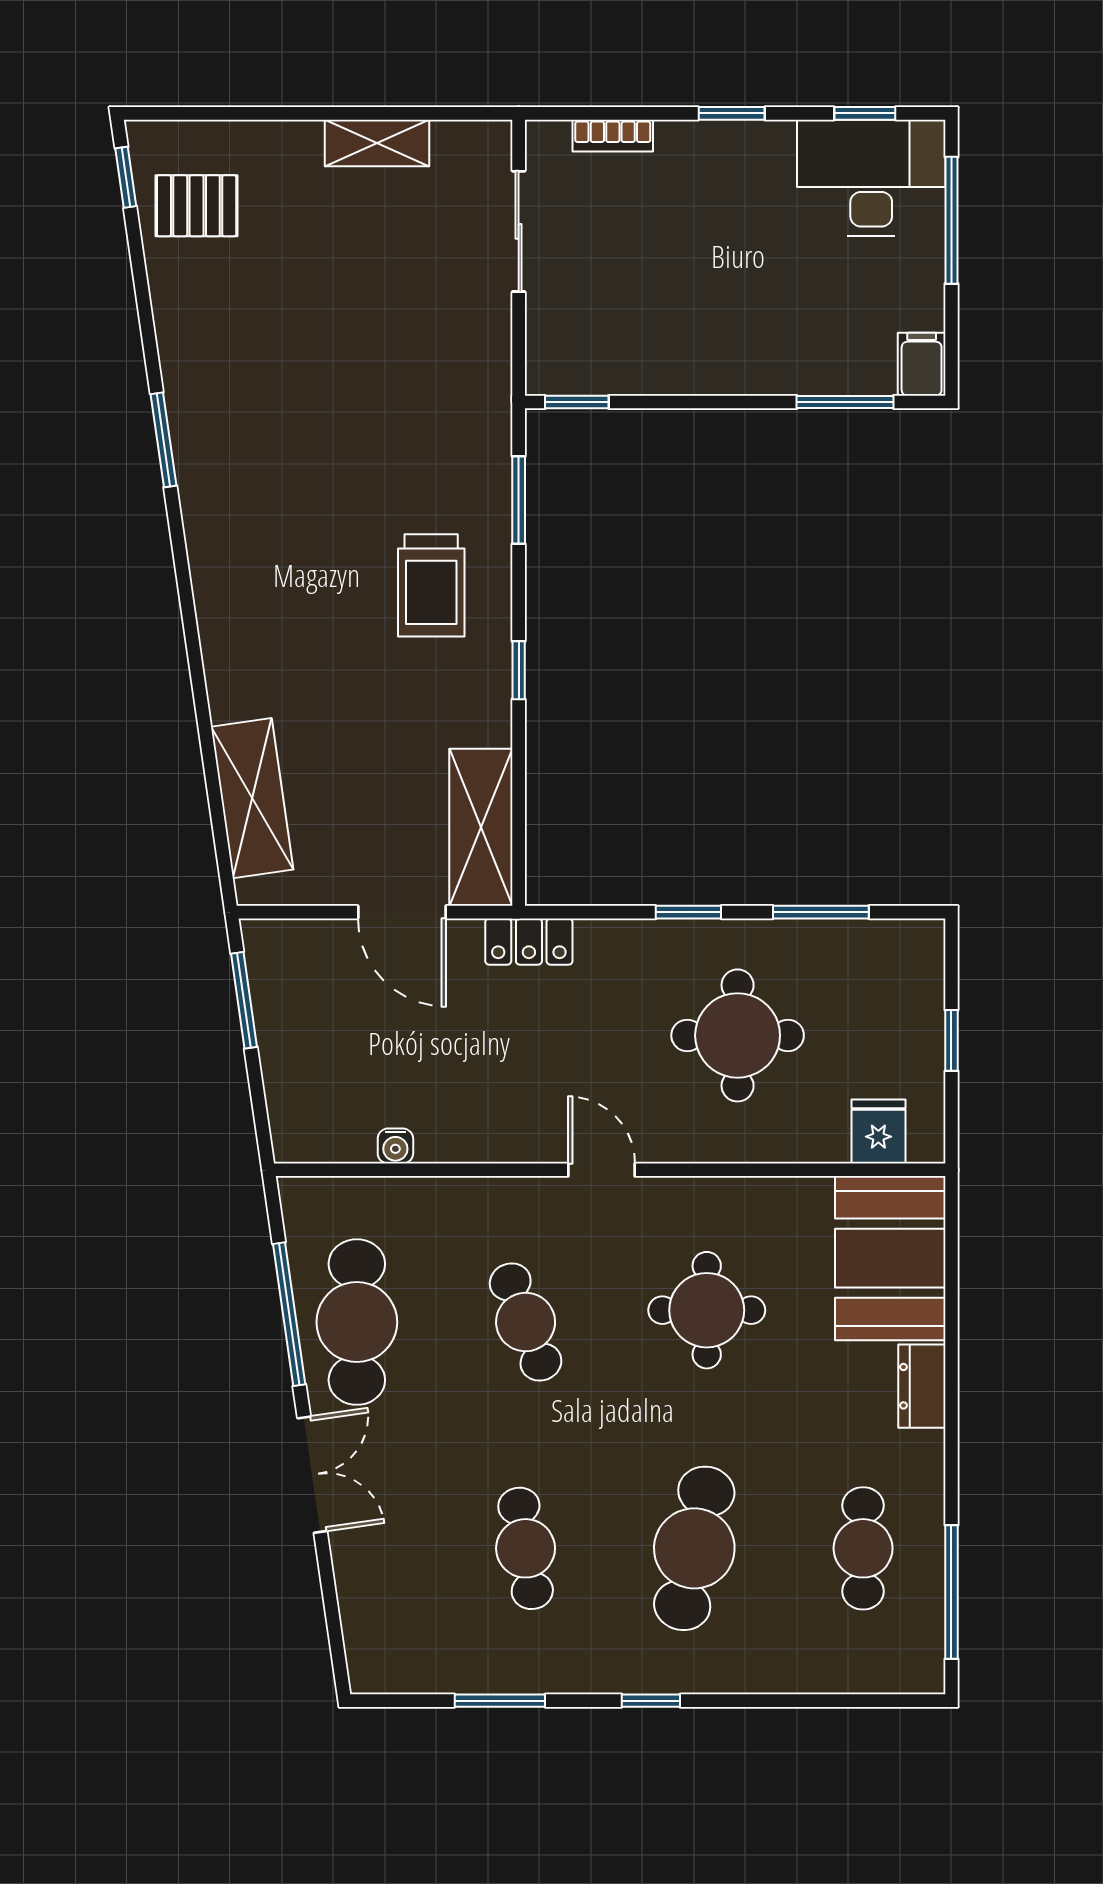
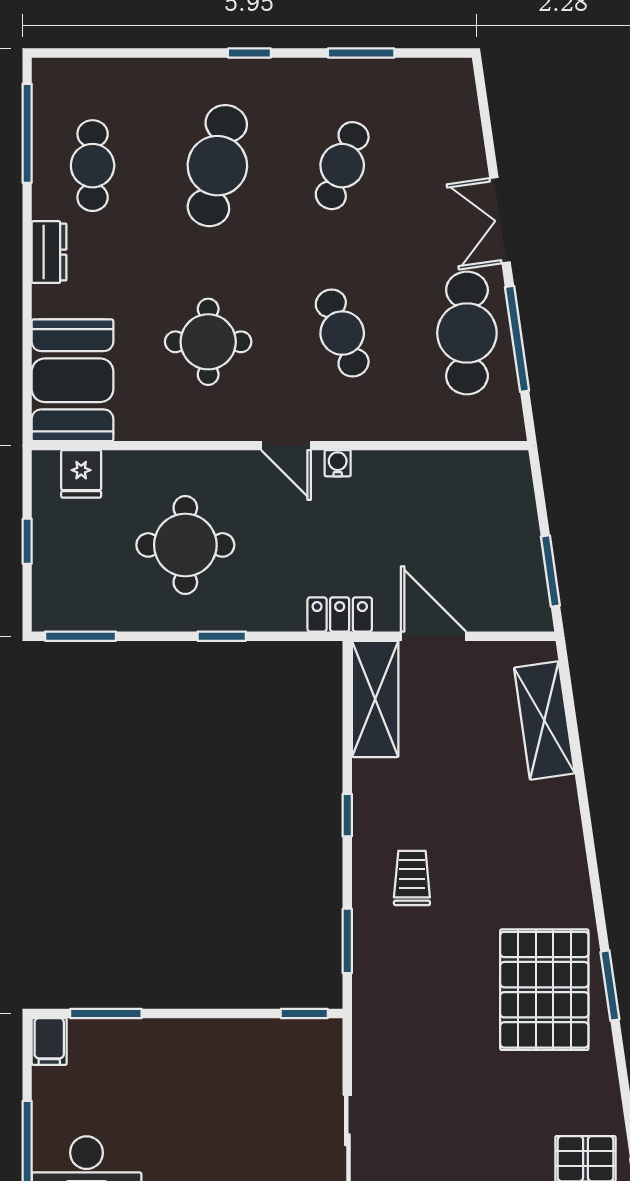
pallet: (252, 434) -> (544, 990), added
trolley: (431, 585) -> (412, 878), width x0.73, depth x0.72
window: (821, 912) -> (80, 636), moved
water cooler: (395, 1146) -> (338, 463), moved
dresser: (922, 1386) -> (49, 252), moved
cafe table: (526, 1548) -> (342, 166), turned 30

